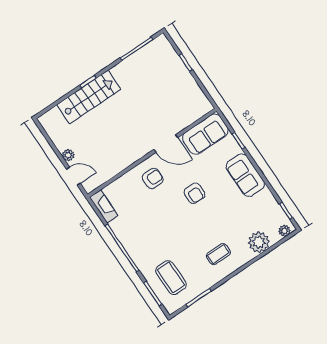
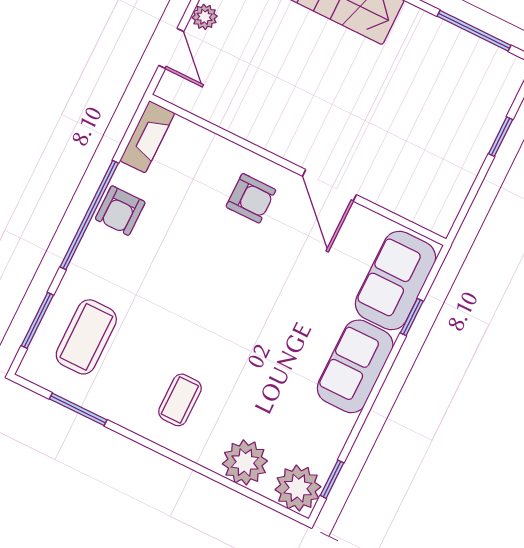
sofa: (205, 134) -> (396, 281), moved, turned 90
armchair: (194, 193) -> (120, 211), moved
plant: (284, 231) -> (298, 488), width x1.87, depth x1.87
coffee table: (218, 254) -> (180, 400), turned 90

